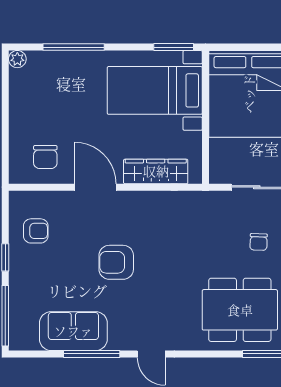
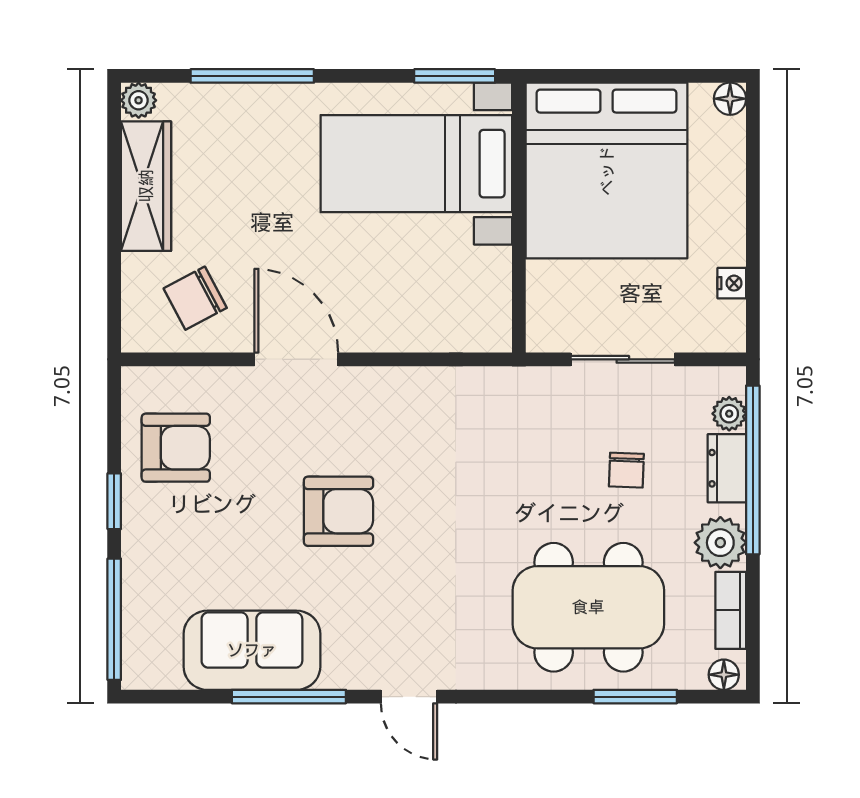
chair: (45, 157) -> (195, 298), turned 62
wardrobe: (156, 171) -> (146, 186), moved, turned 90
armchair: (36, 231) -> (176, 448), width x1.38, depth x1.38
armchair: (116, 262) -> (339, 511), turned 180

